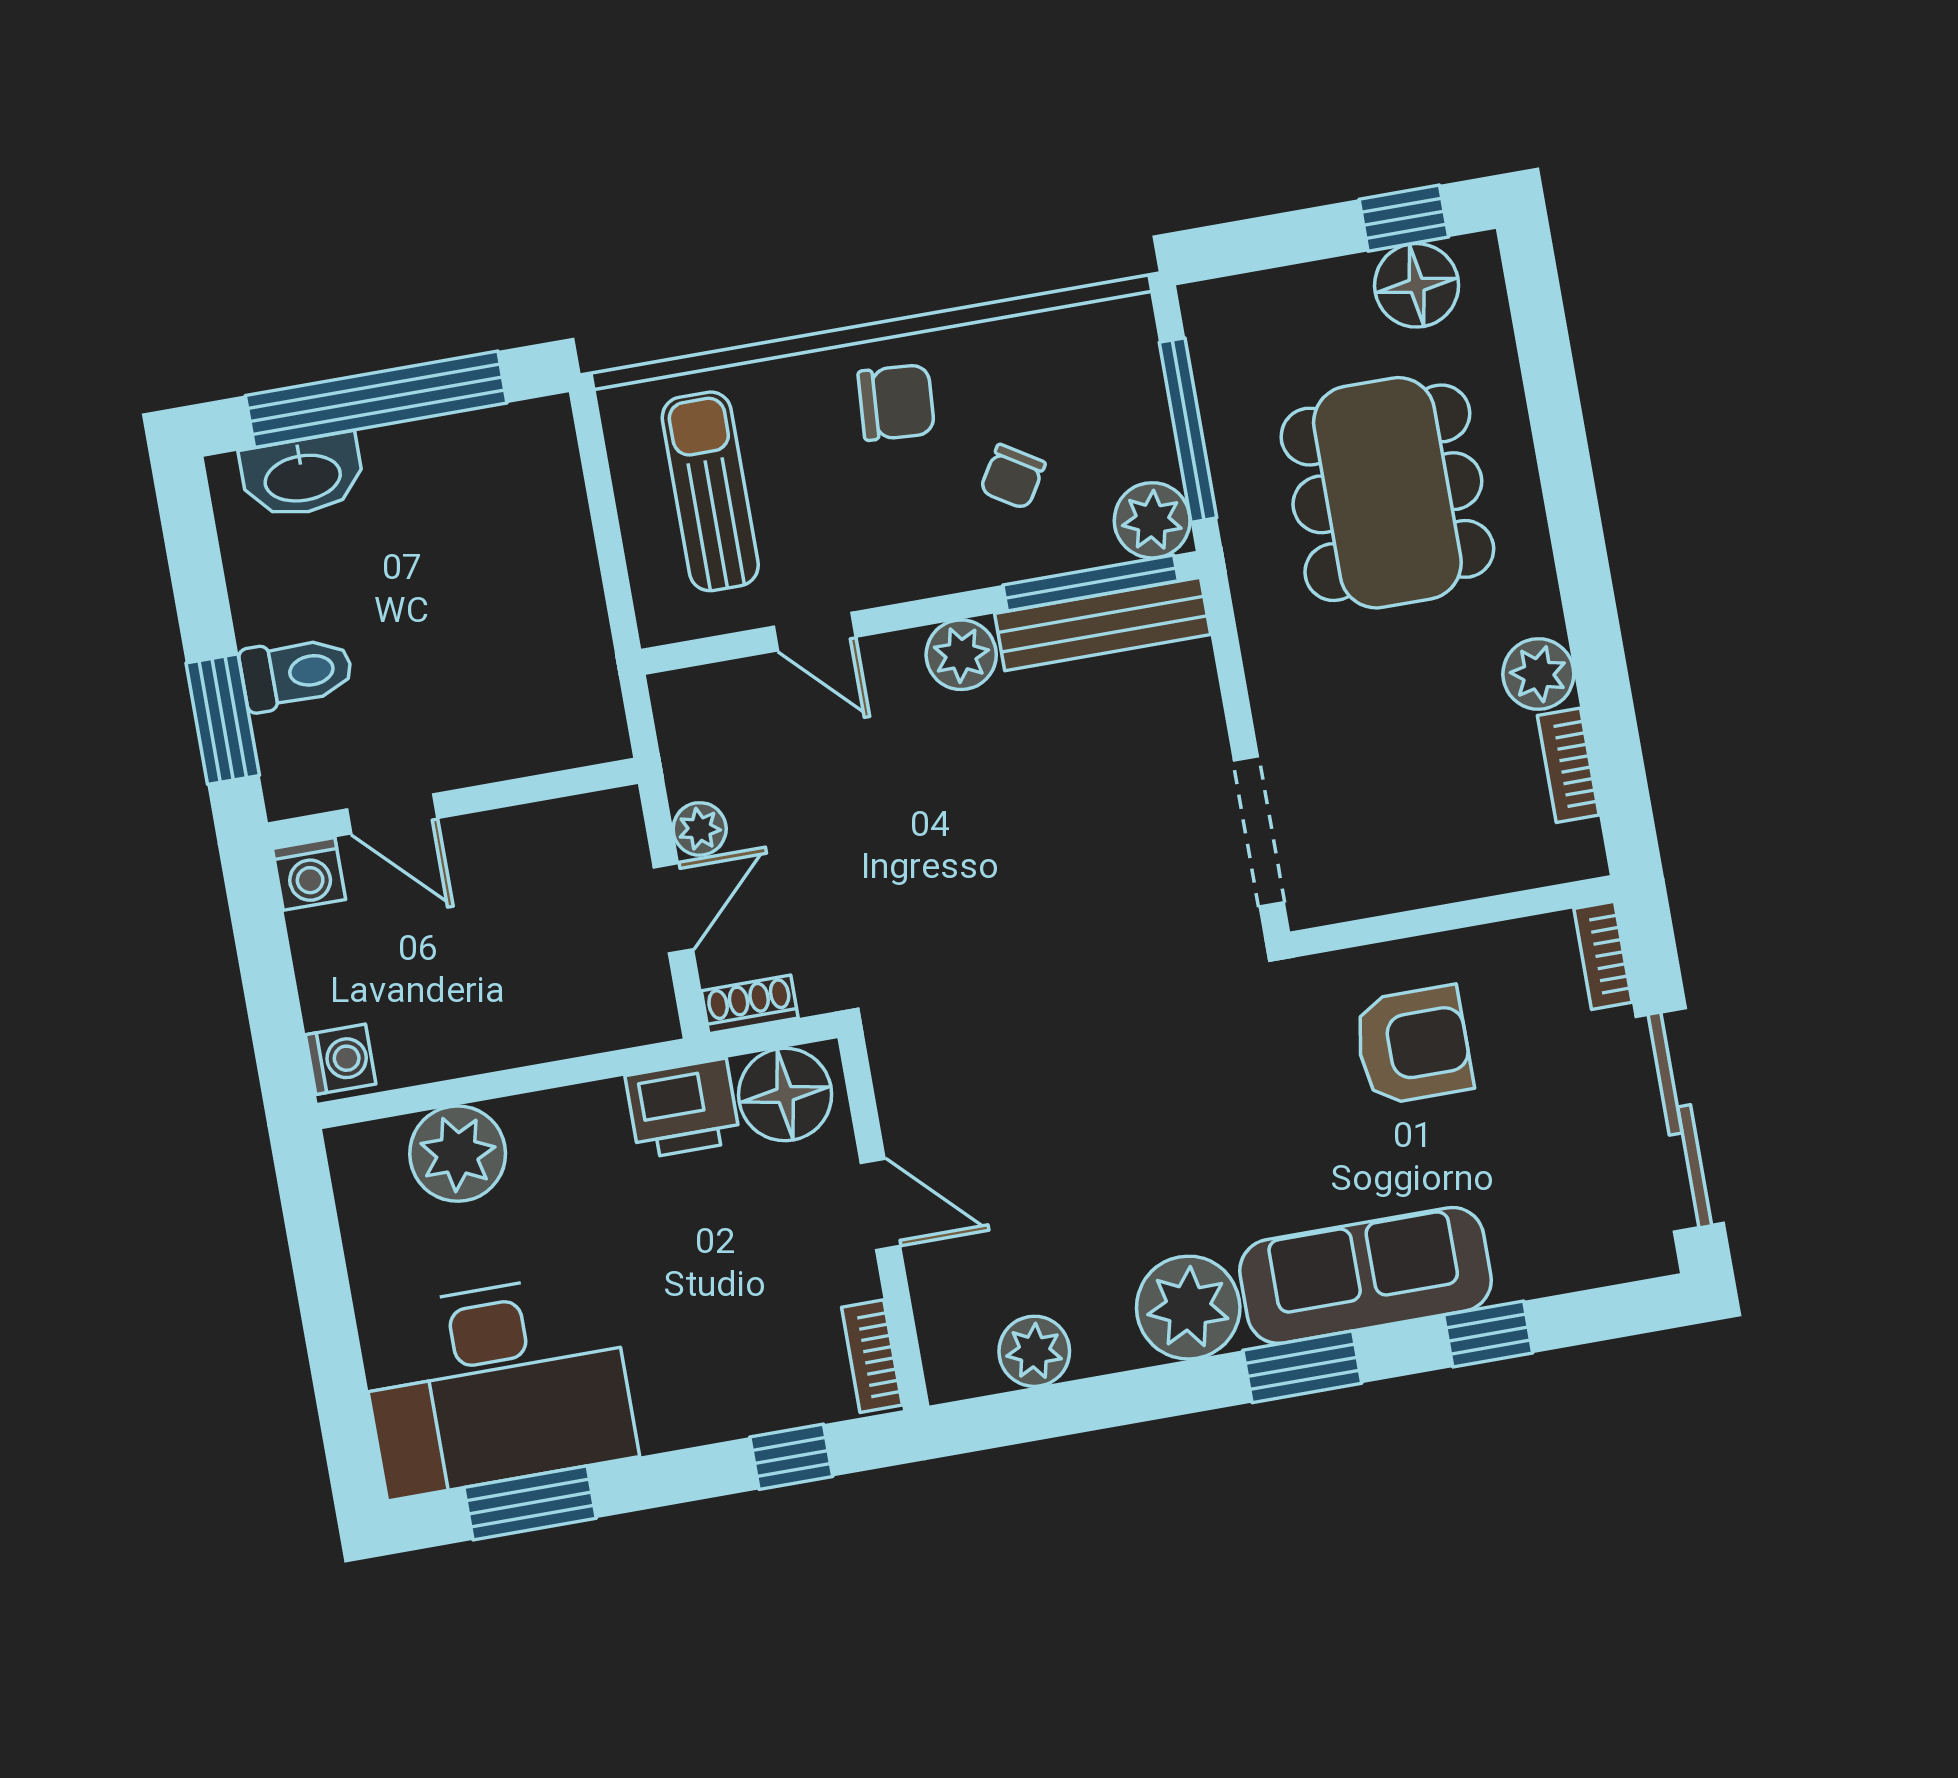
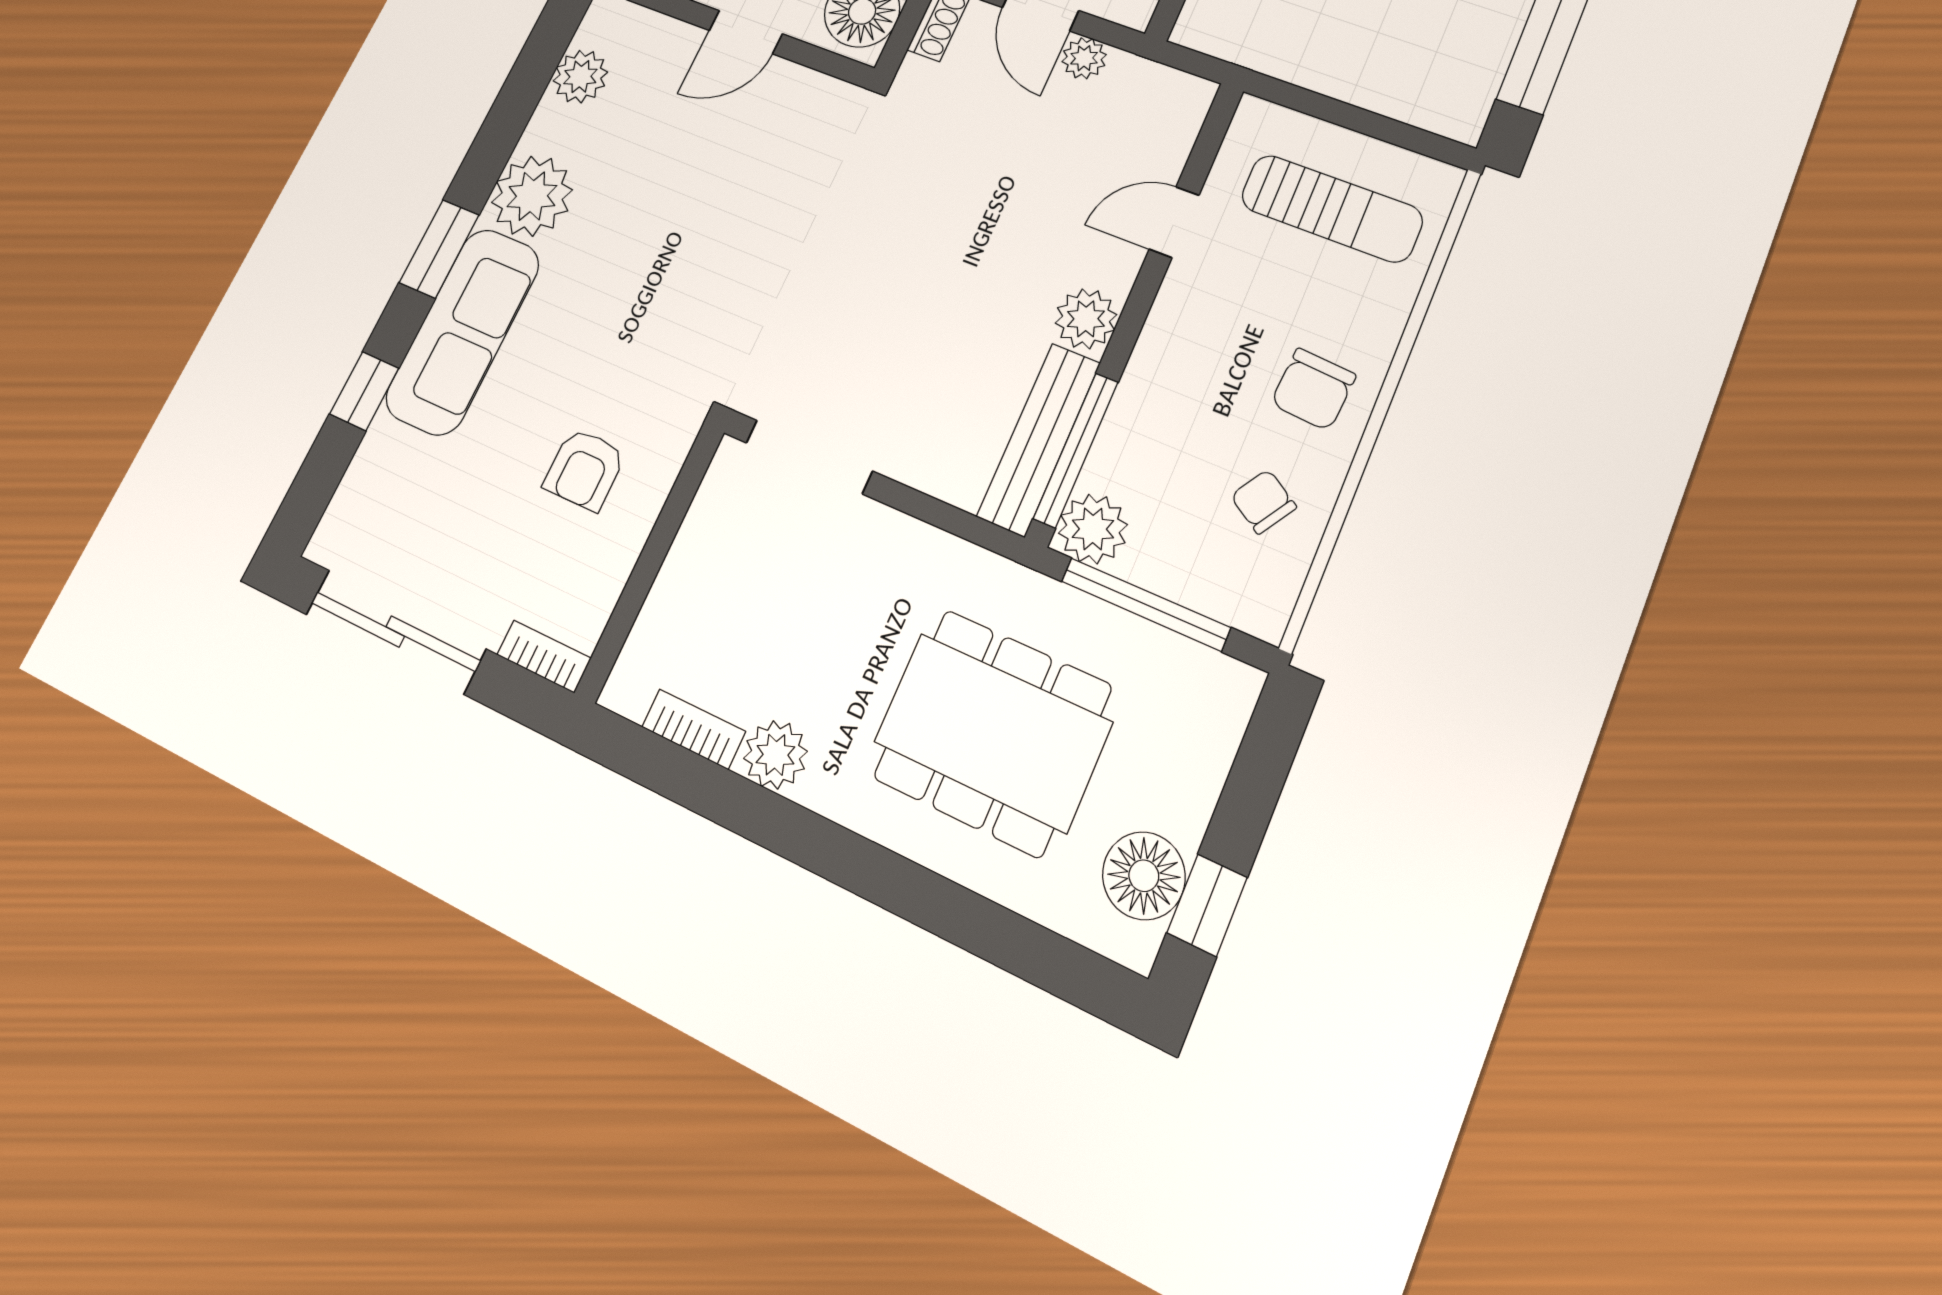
chair: (1013, 477) -> (1263, 502), moved
armchair: (1413, 1045) -> (585, 469), width x0.72, depth x0.72

